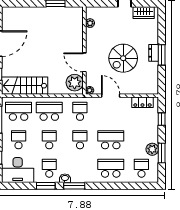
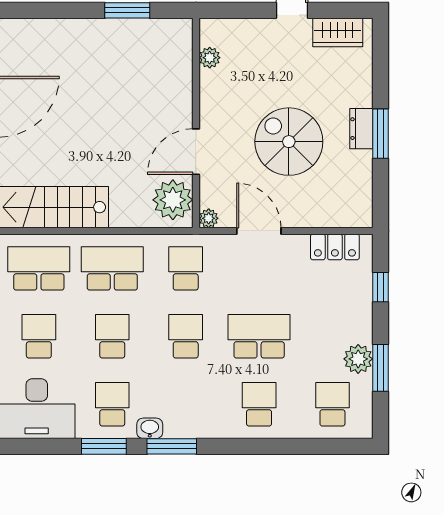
spiral stairs: (123, 58) -> (289, 142), turned 90
door: (84, 62) -> (196, 152), hinge flipped
school desk: (111, 168) -> (259, 404), width x0.54

